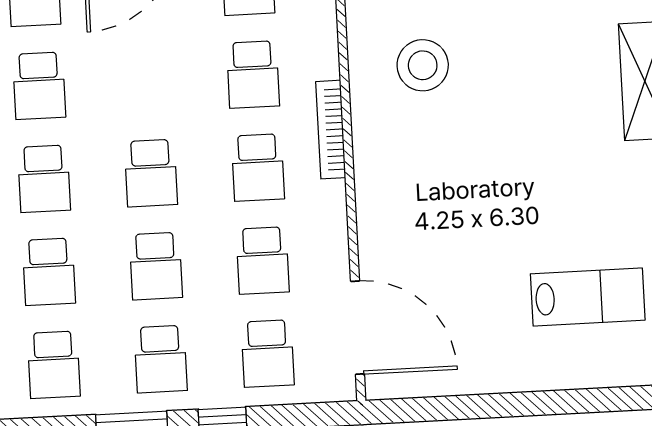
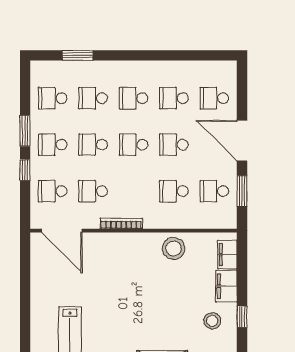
stool: (423, 65) -> (174, 248), moved
bookcase: (331, 130) -> (121, 224), moved
school desk: (258, 168) -> (174, 145), moved
door: (357, 328) -> (62, 231), hinge flipped

